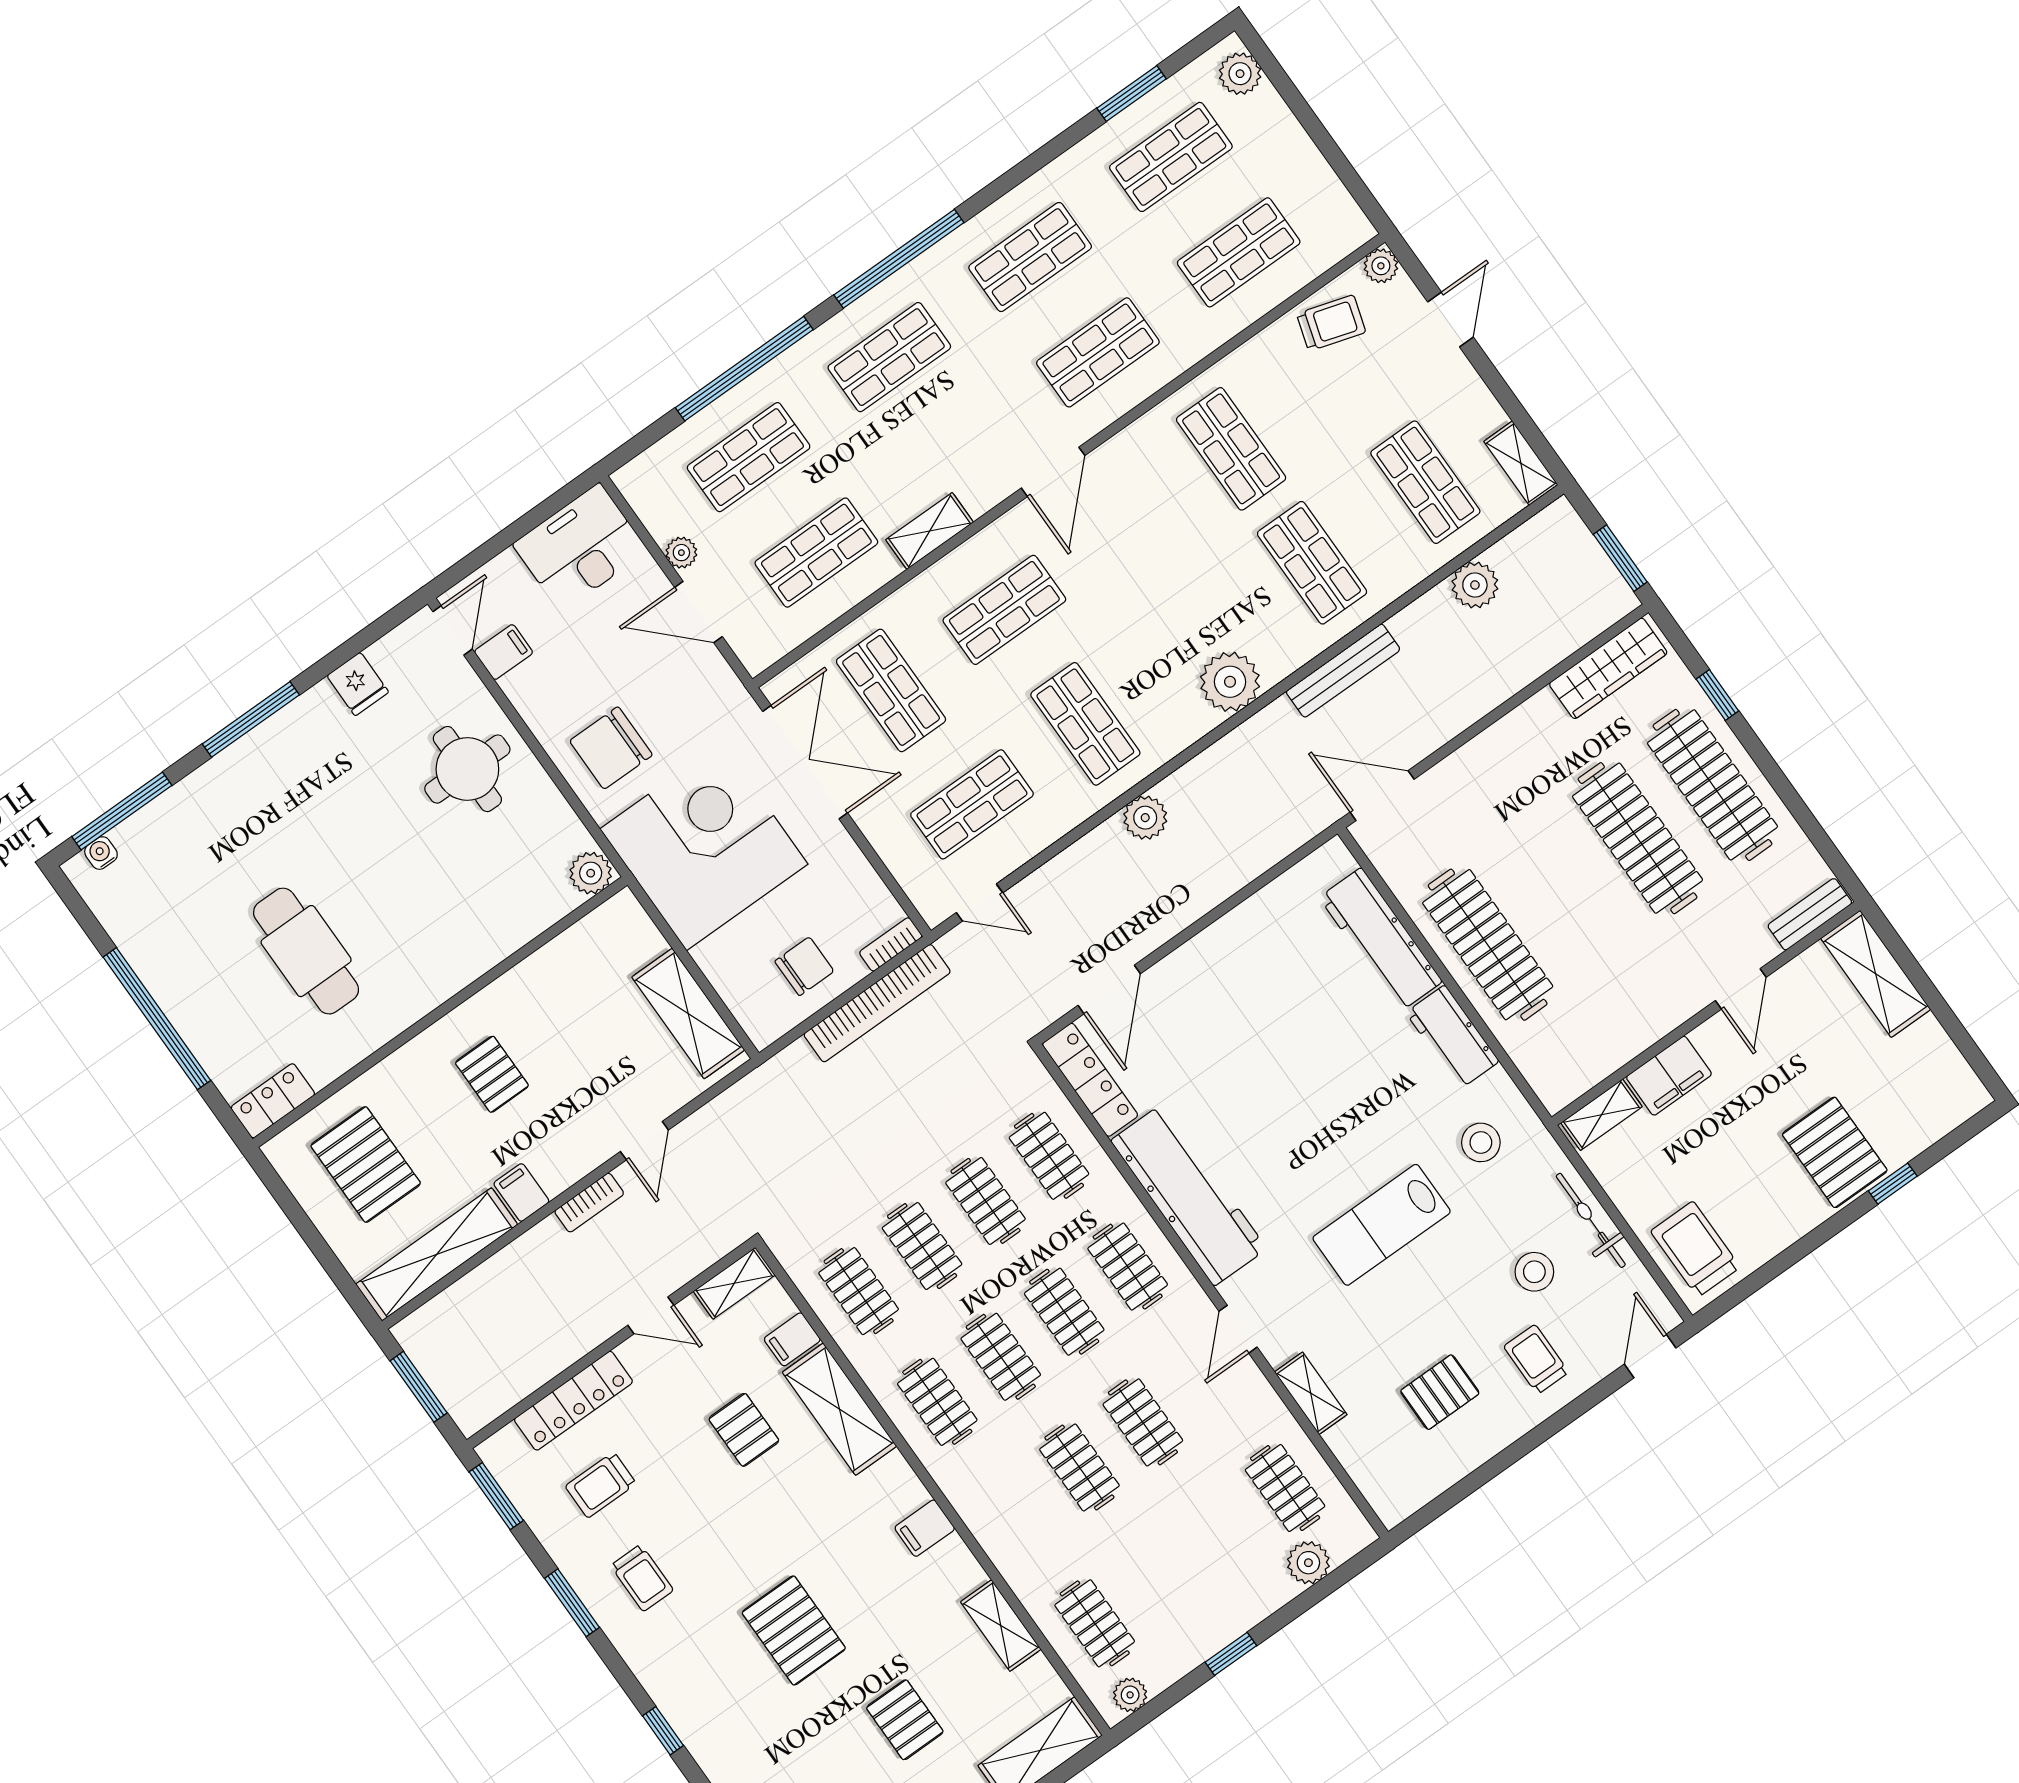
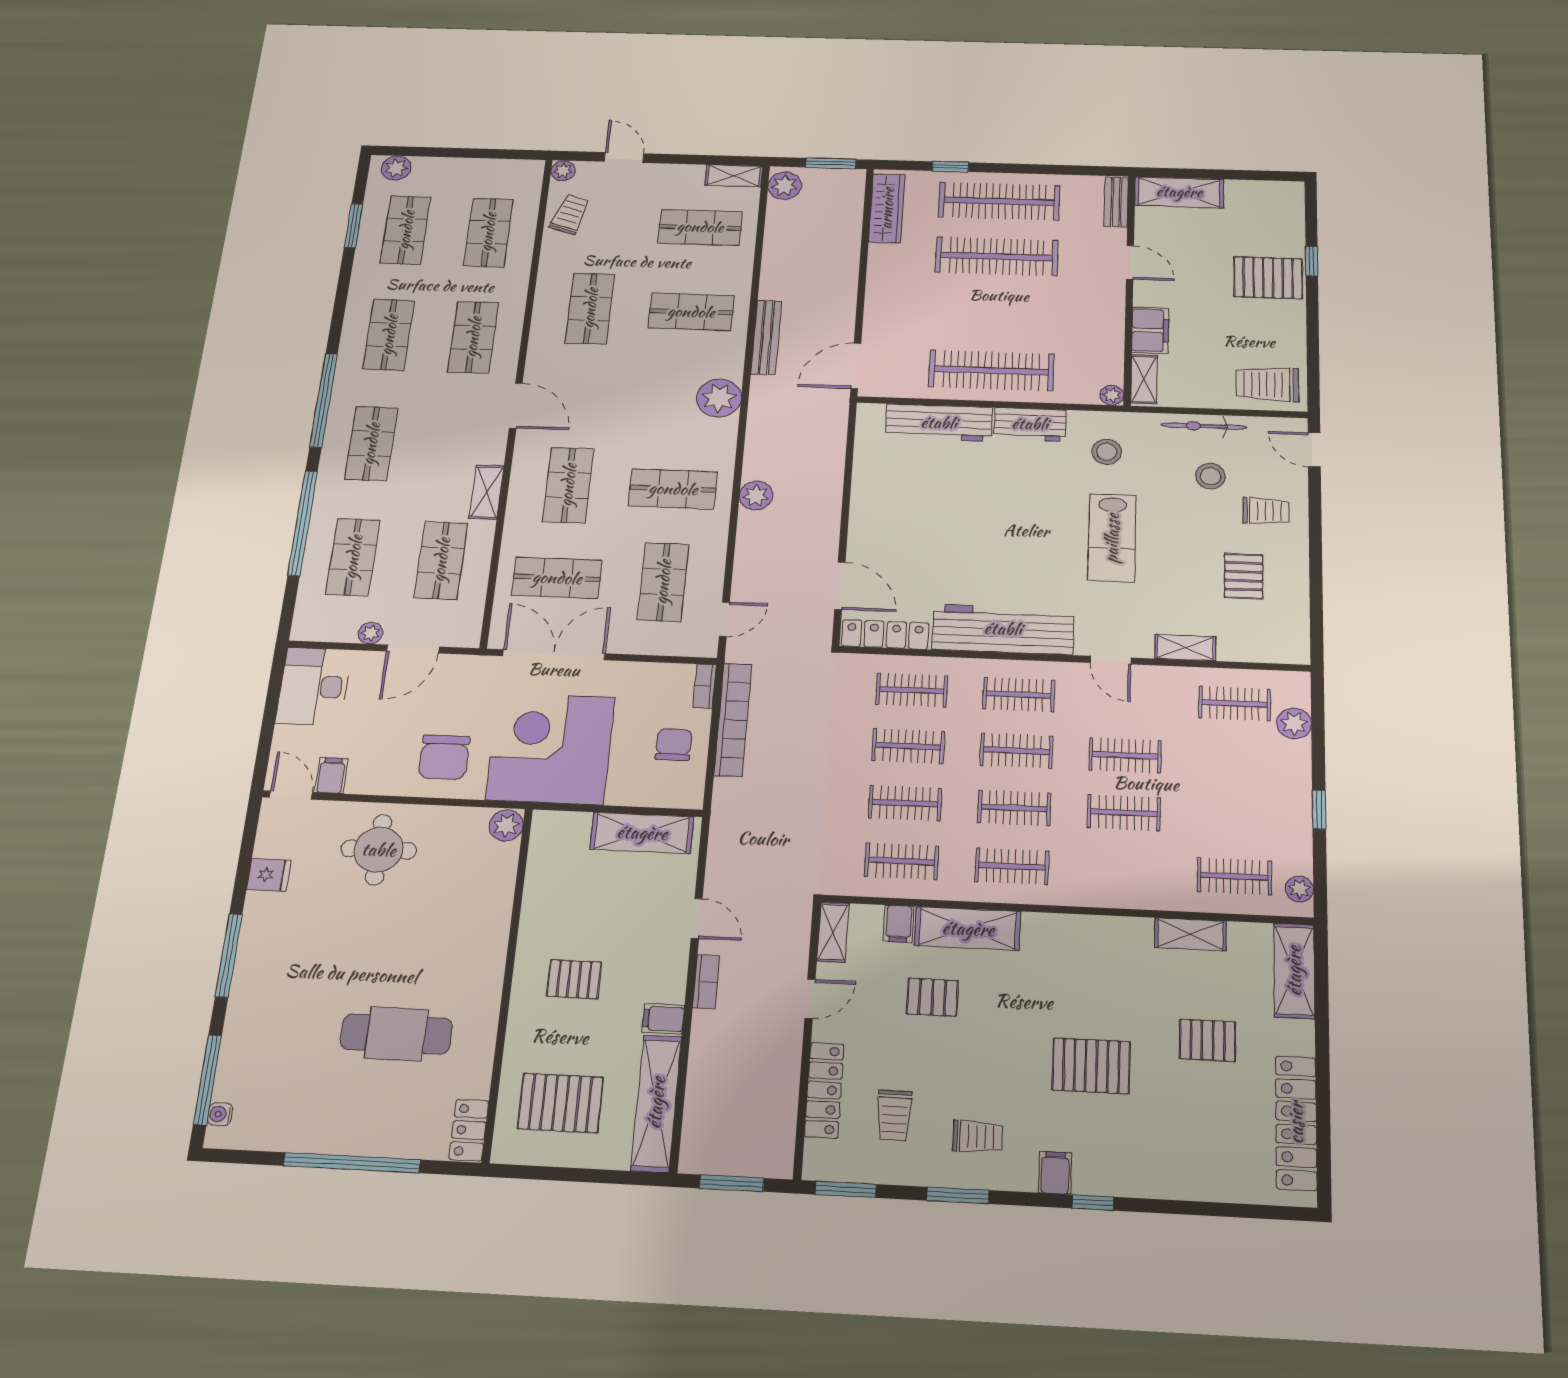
shop shelf: (1231, 449) -> (590, 308), turned 90
plant: (1475, 585) -> (785, 186), moved
plant: (1555, 1096) -> (1112, 395), added
trolley: (1536, 1359) -> (1266, 511), turned 180
filing cabinet: (925, 1528) -> (1055, 1173), moved, turned 180

